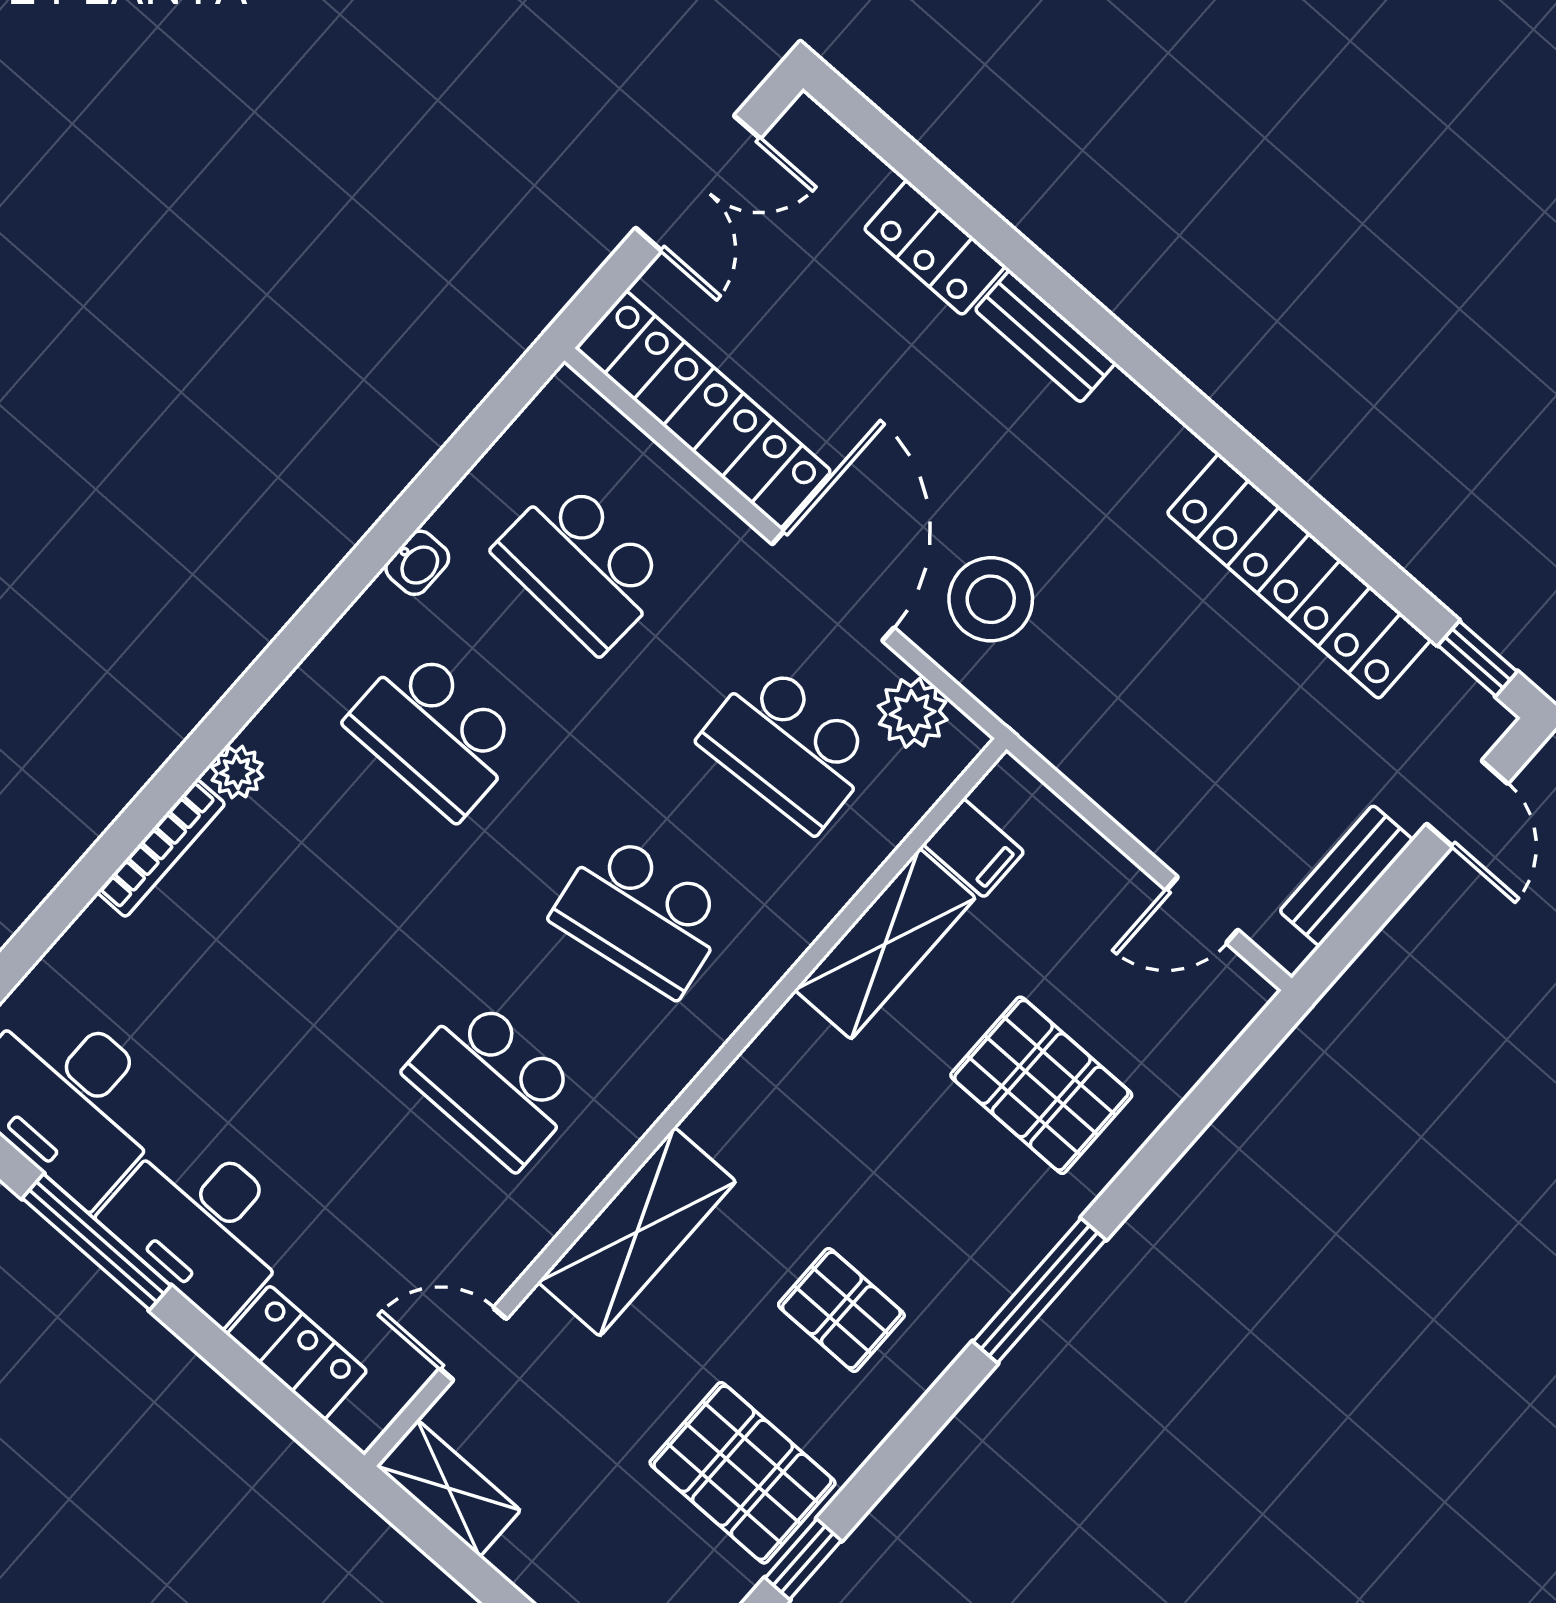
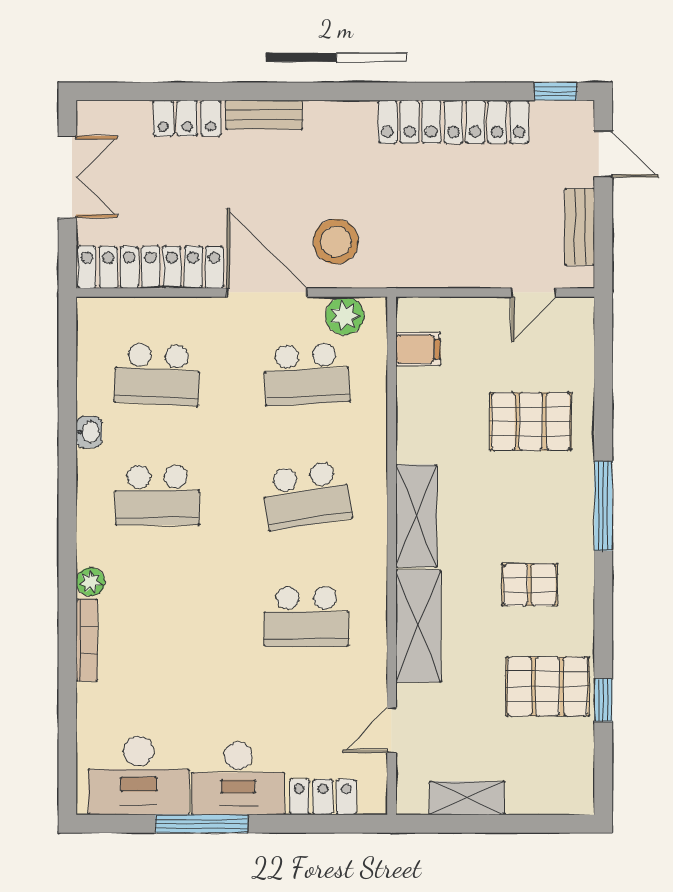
shelving: (885, 944) -> (416, 516), moved
shelving: (448, 1488) -> (467, 798), moved

